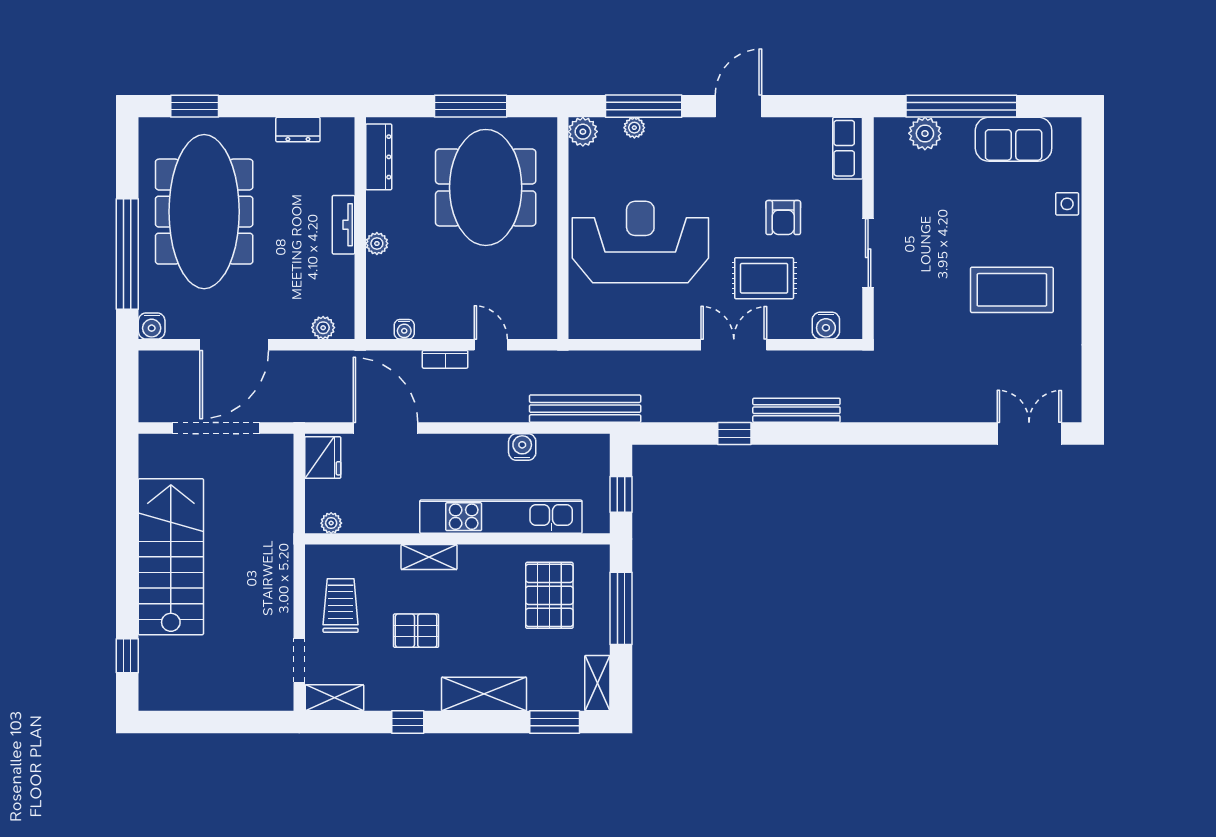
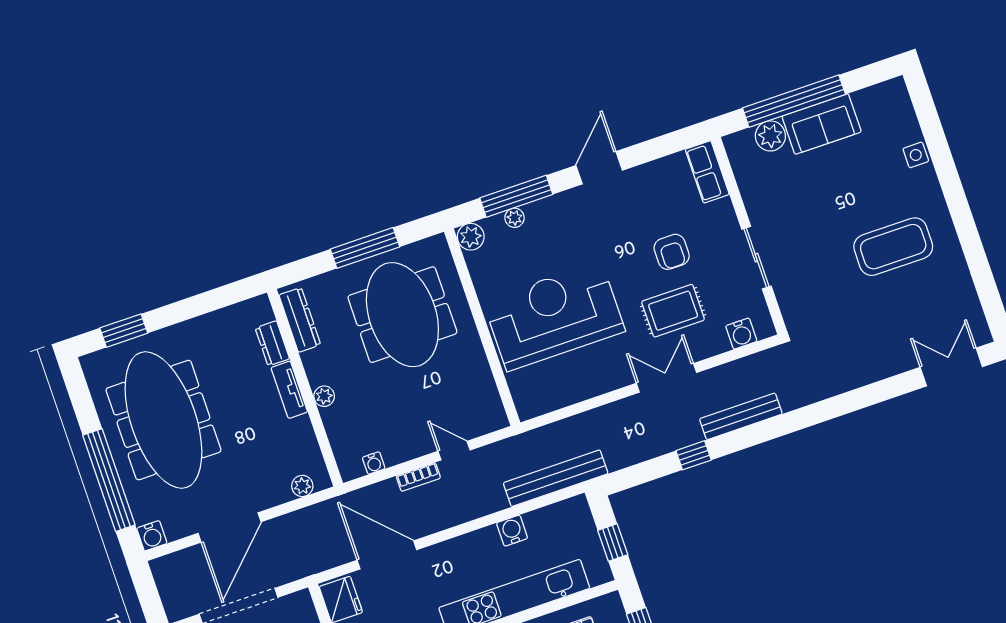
dresser: (298, 130) -> (272, 343), moved, turned 90
sofa: (1014, 139) -> (822, 124), moved

